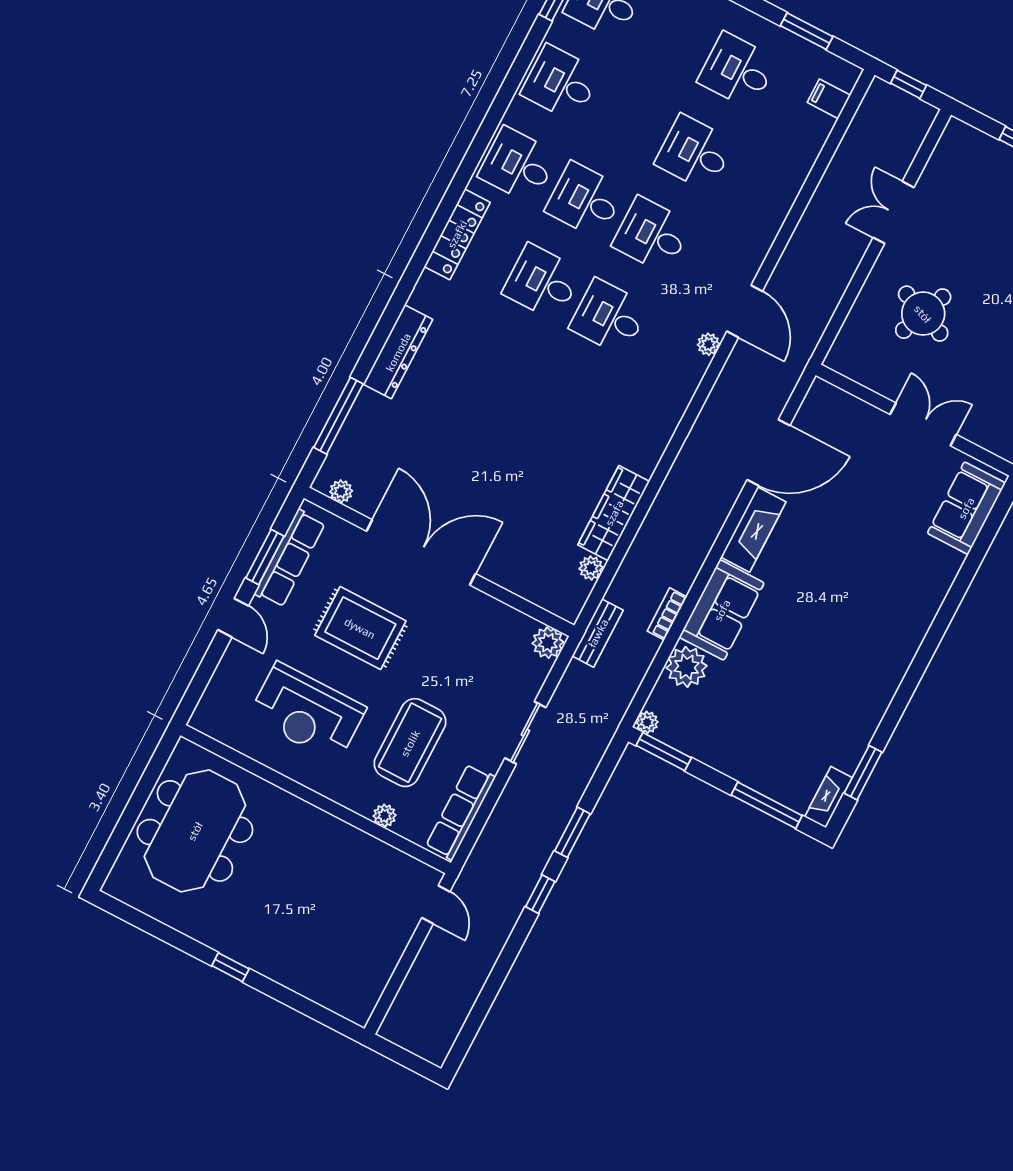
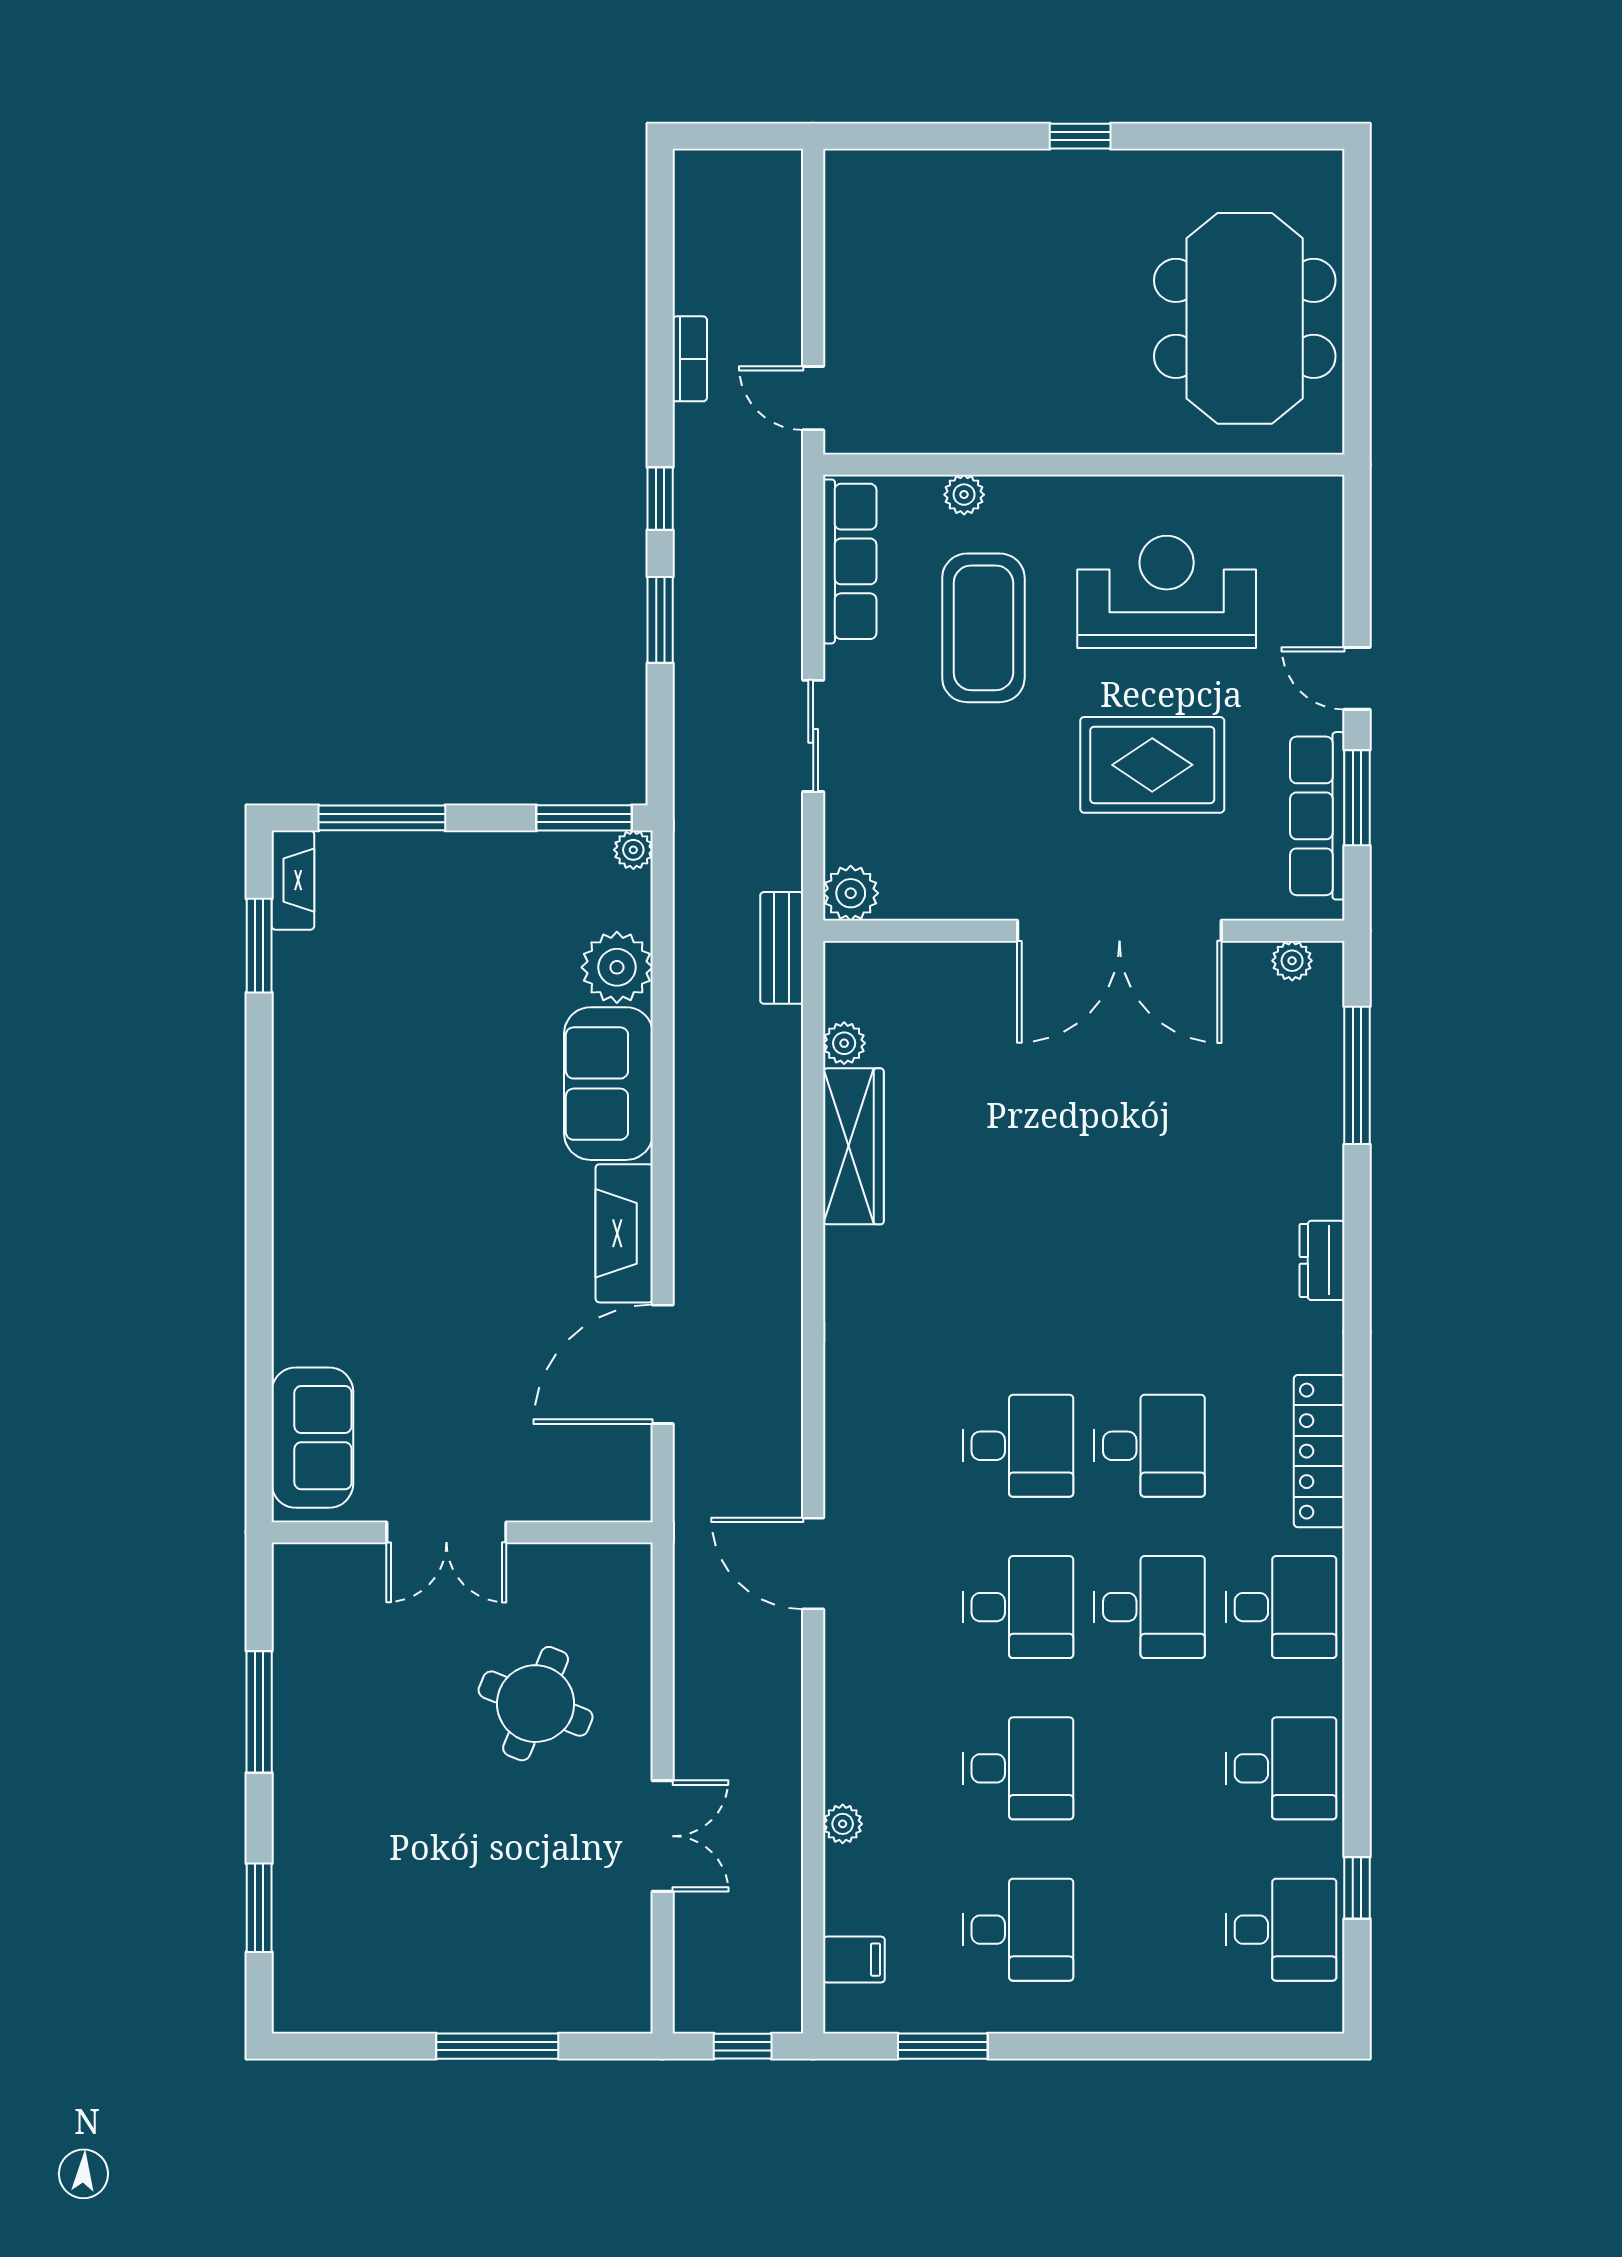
plant: (708, 344) -> (843, 1824), moved
dresser: (398, 352) -> (1322, 1260), width x0.51, depth x0.80
bookcase: (667, 614) -> (690, 359), moved

